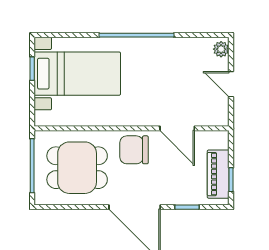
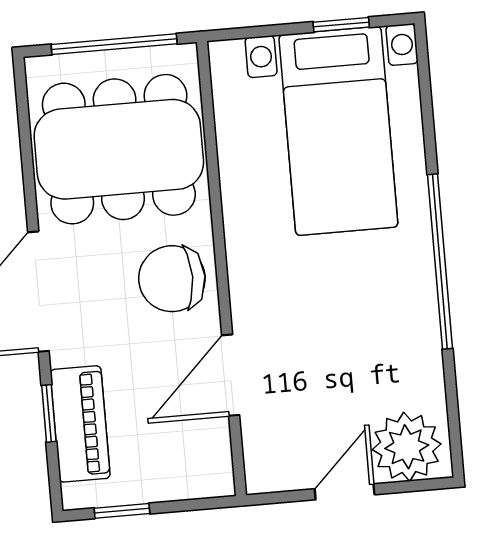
plant: (221, 49) -> (407, 447), width x1.87, depth x1.87
chair: (134, 150) -> (172, 279), turned -90
dining table: (77, 168) -> (119, 149), width x1.38
piano: (218, 174) -> (80, 424), moved, turned 90

